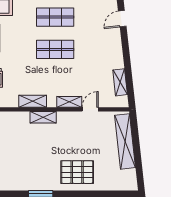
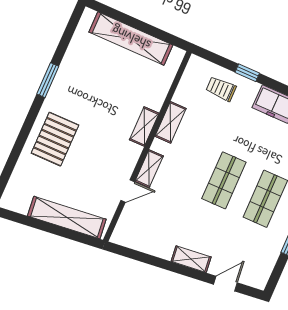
door: (122, 19) -> (225, 284), hinge flipped
shelving: (120, 82) -> (191, 259), moved
door: (90, 109) -> (128, 191), hinge flipped

